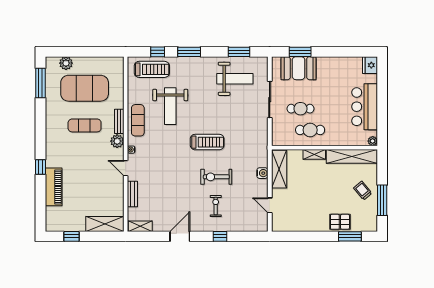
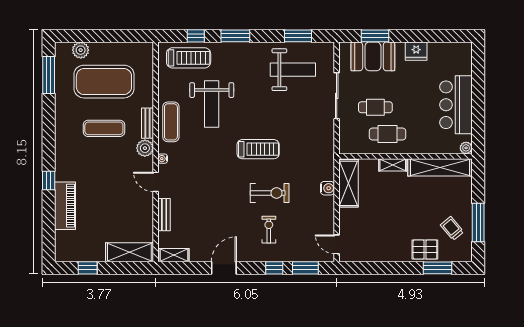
fridge: (370, 65) -> (416, 51), moved, turned -90
exercise bike: (216, 177) -> (270, 193), turned 180
trolley: (363, 191) -> (452, 228), moved
door: (270, 205) -> (337, 244), moved
window: (245, 236) -> (305, 268), added

